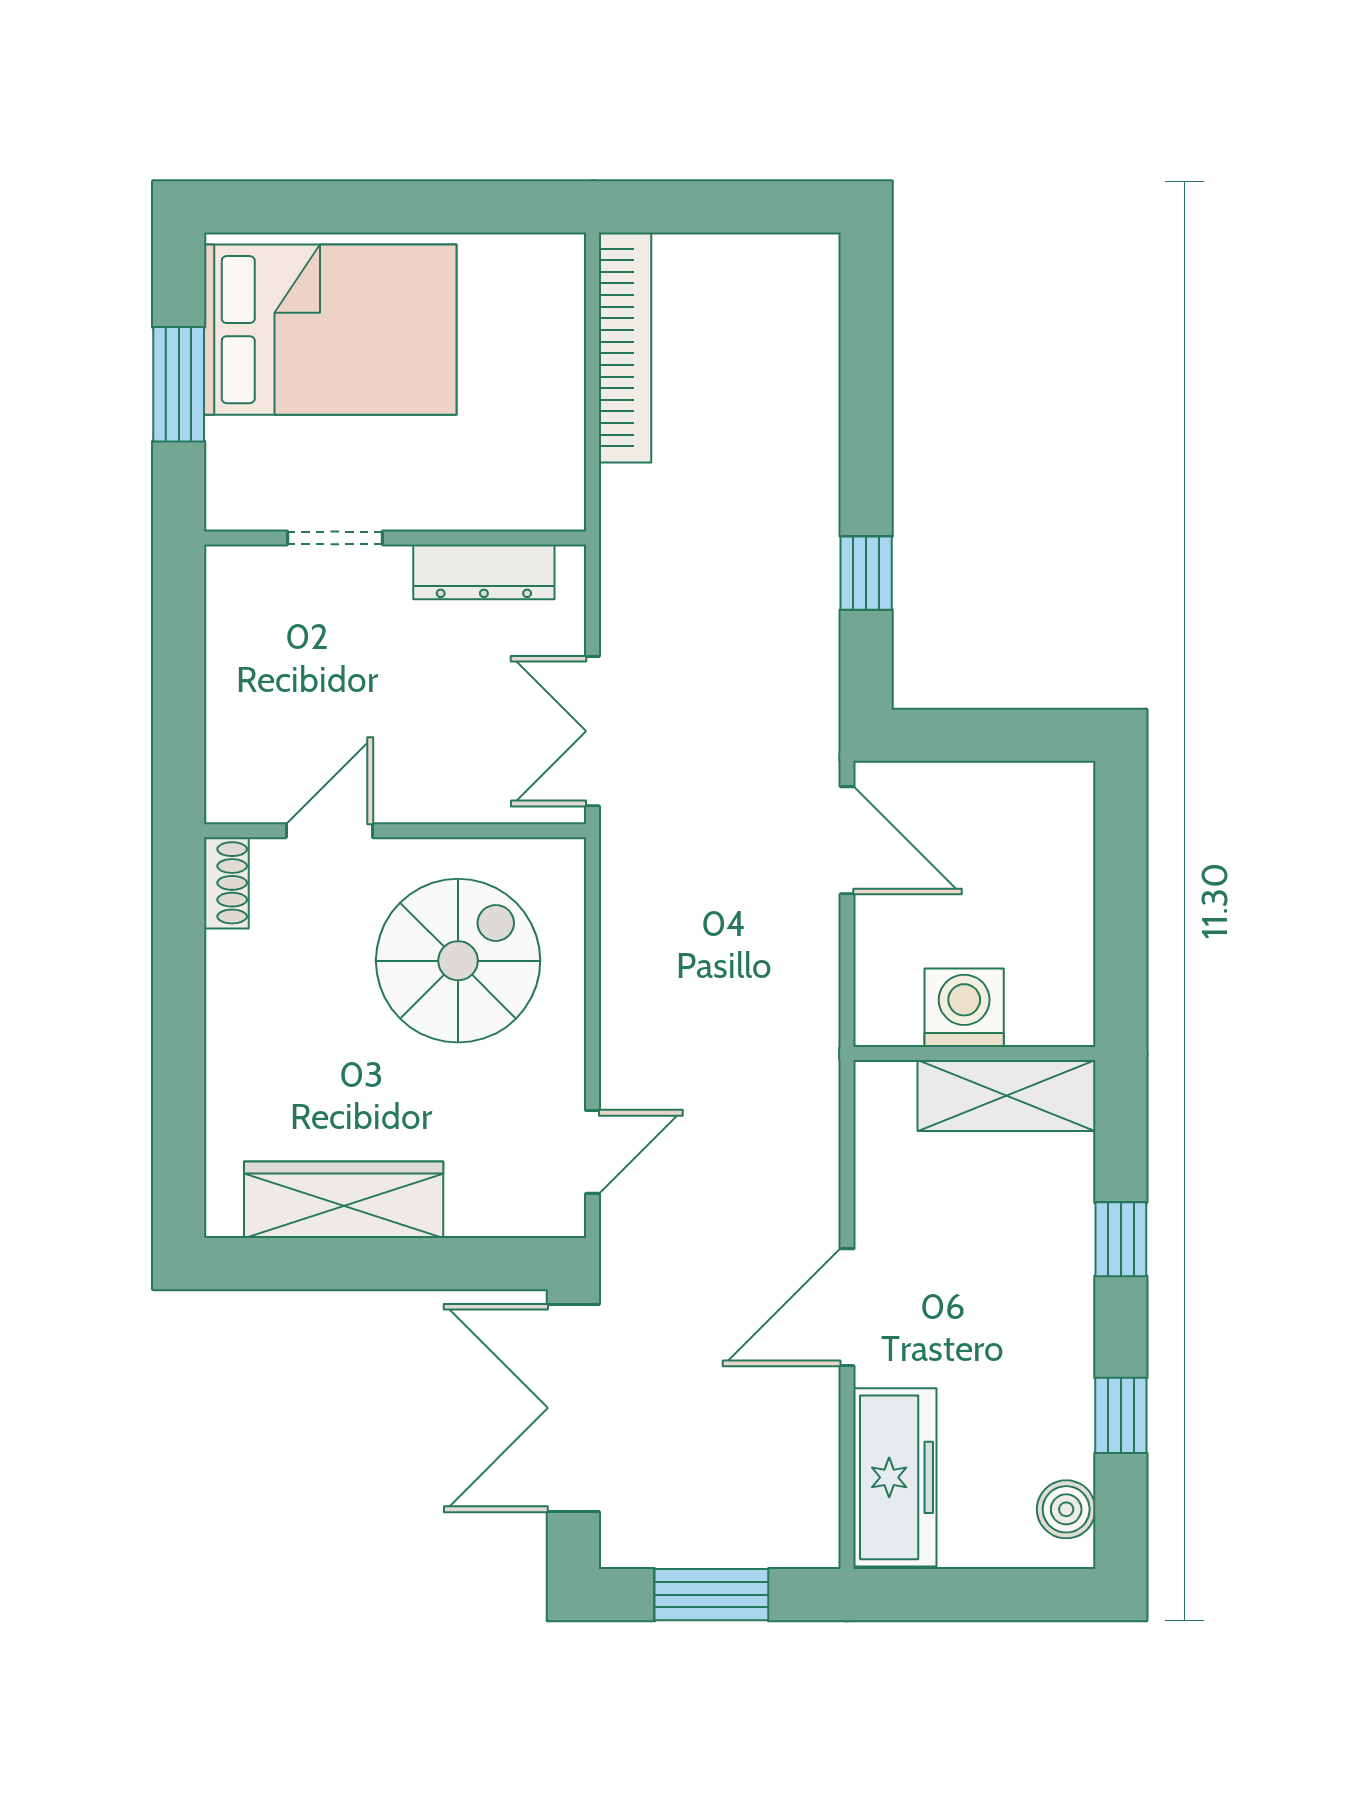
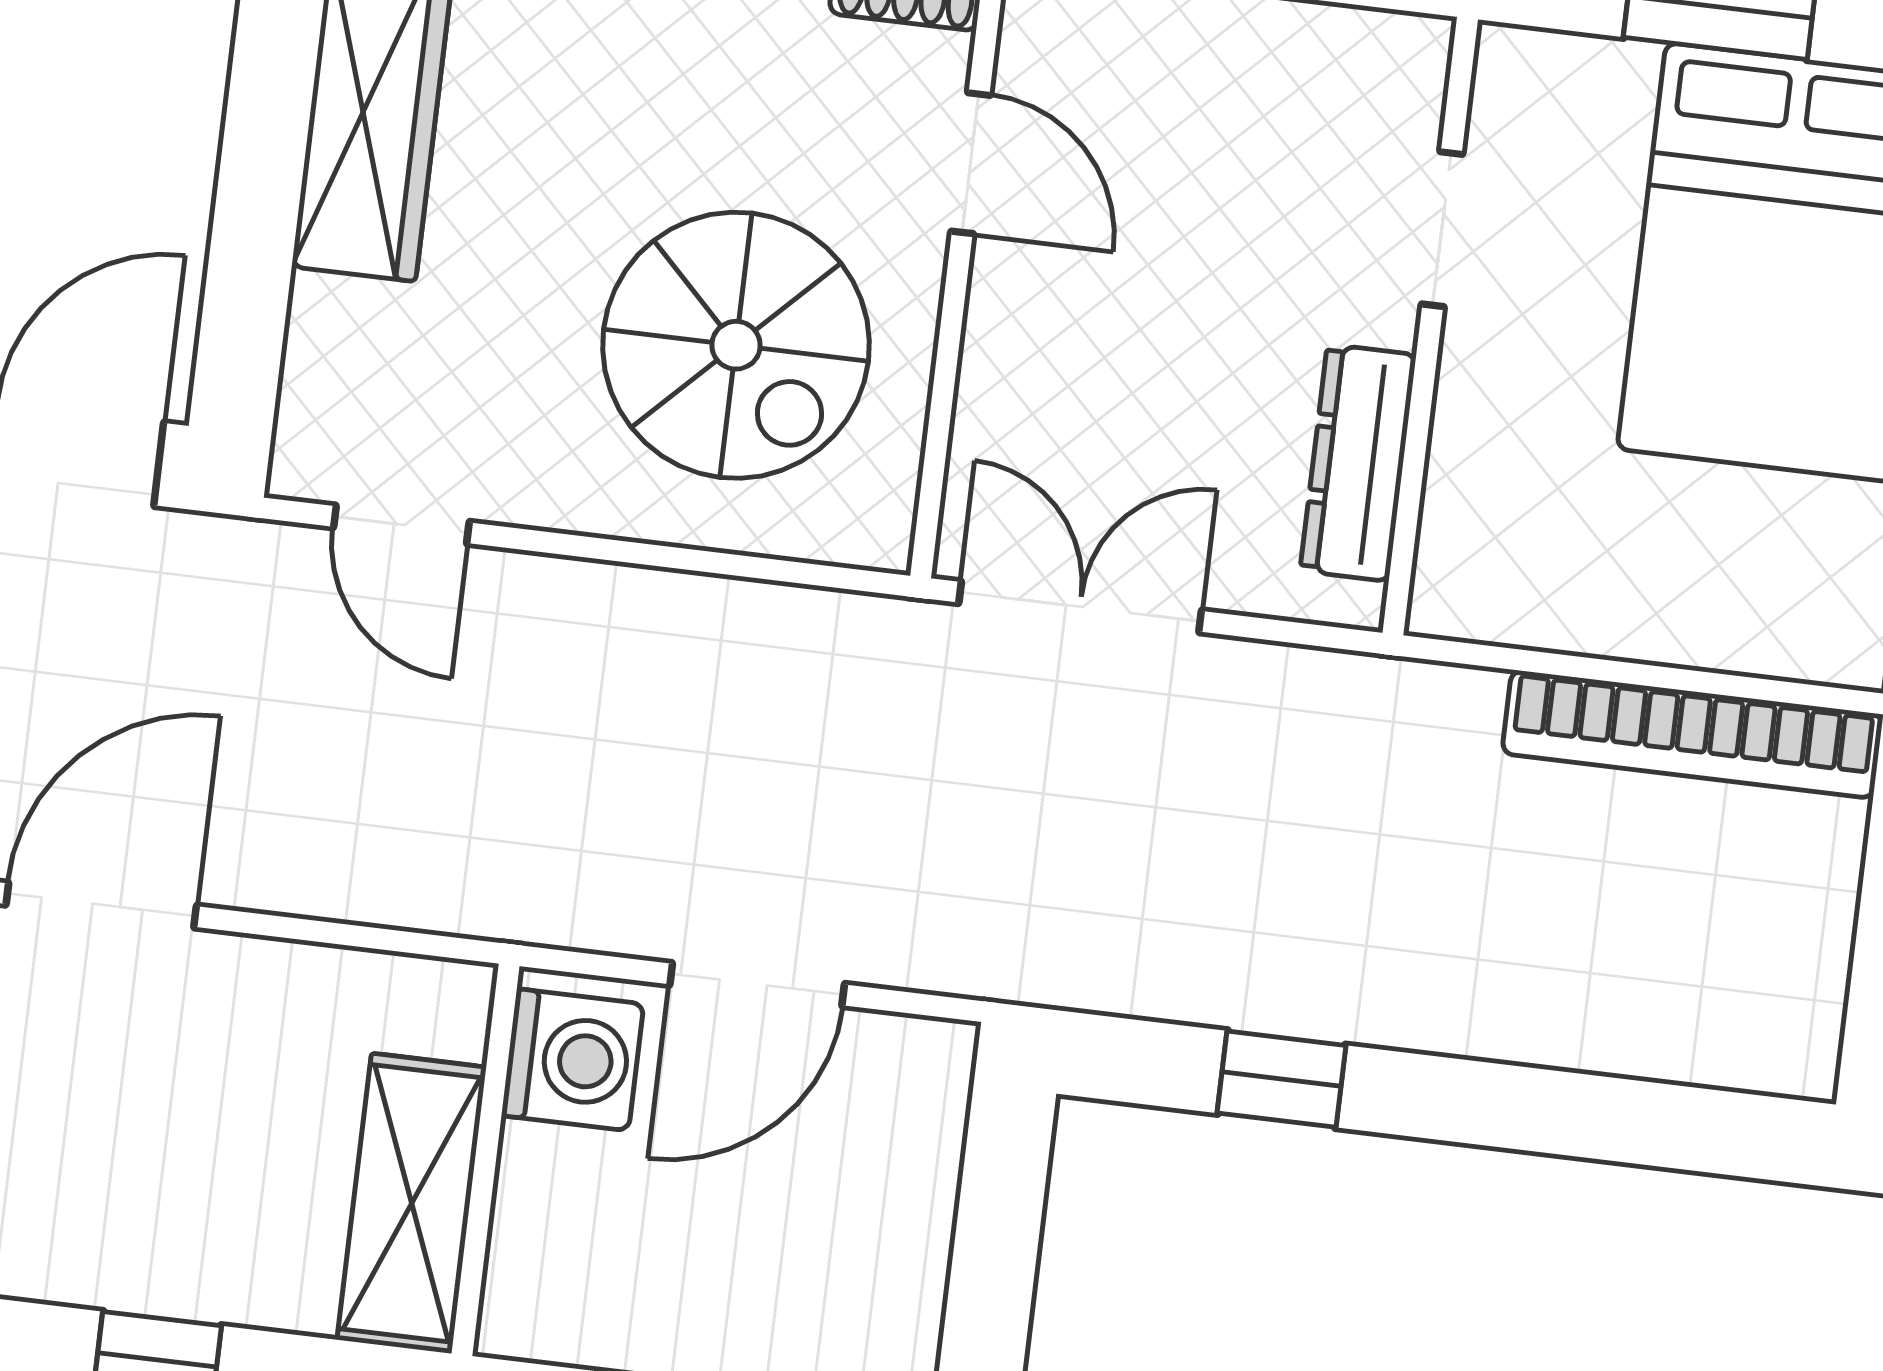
door: (847, 840) -> (757, 984), moved
washing machine: (964, 1008) -> (573, 1060), moved
door: (847, 1307) -> (101, 905), hinge flipped

